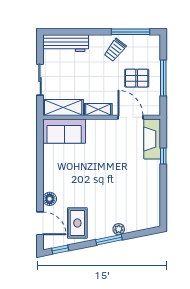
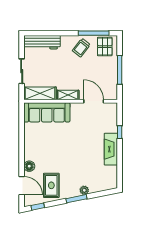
pallet: (137, 78) -> (105, 47), moved, turned 90
sofa: (64, 131) -> (47, 112), width x1.36
fireplace: (152, 139) -> (111, 149), moved

